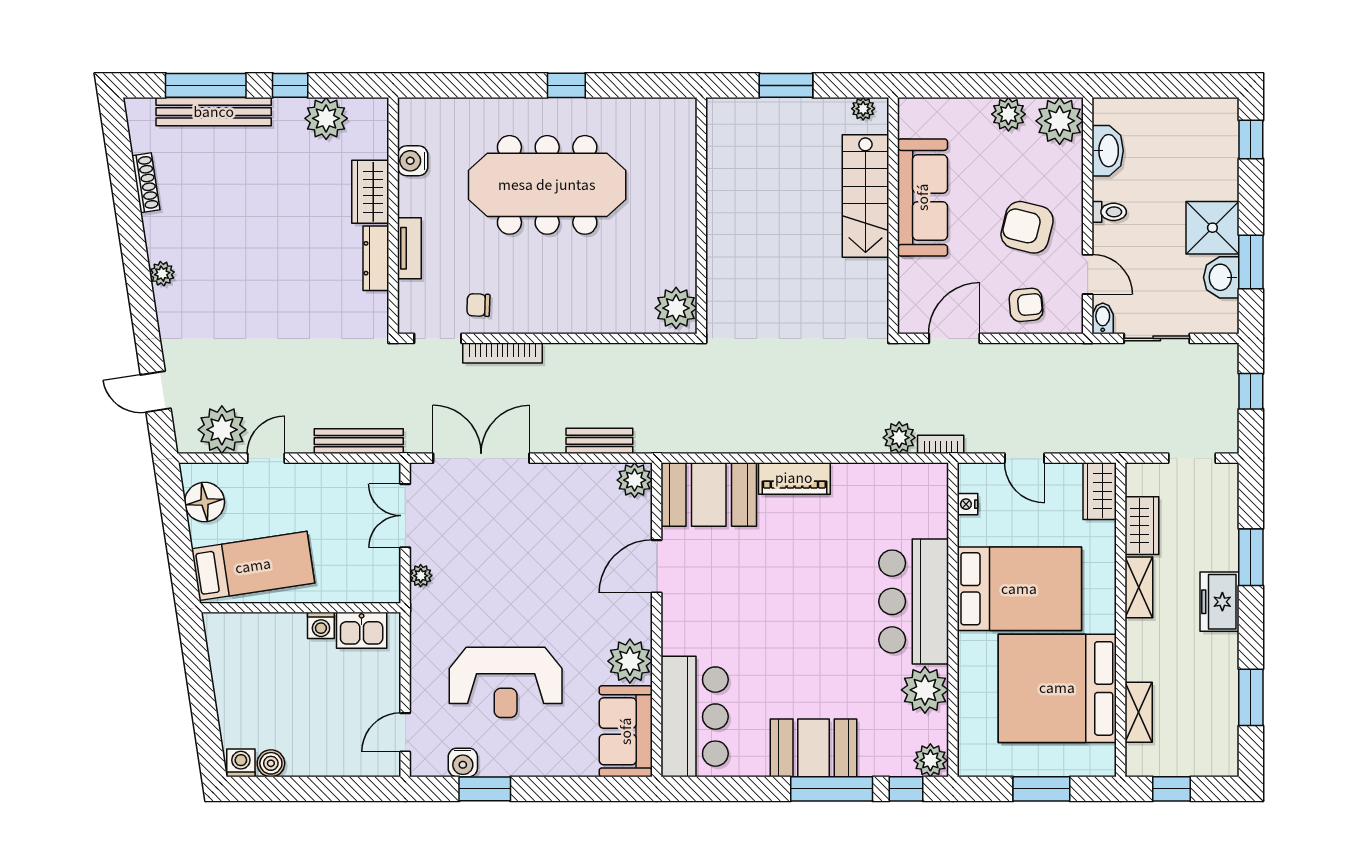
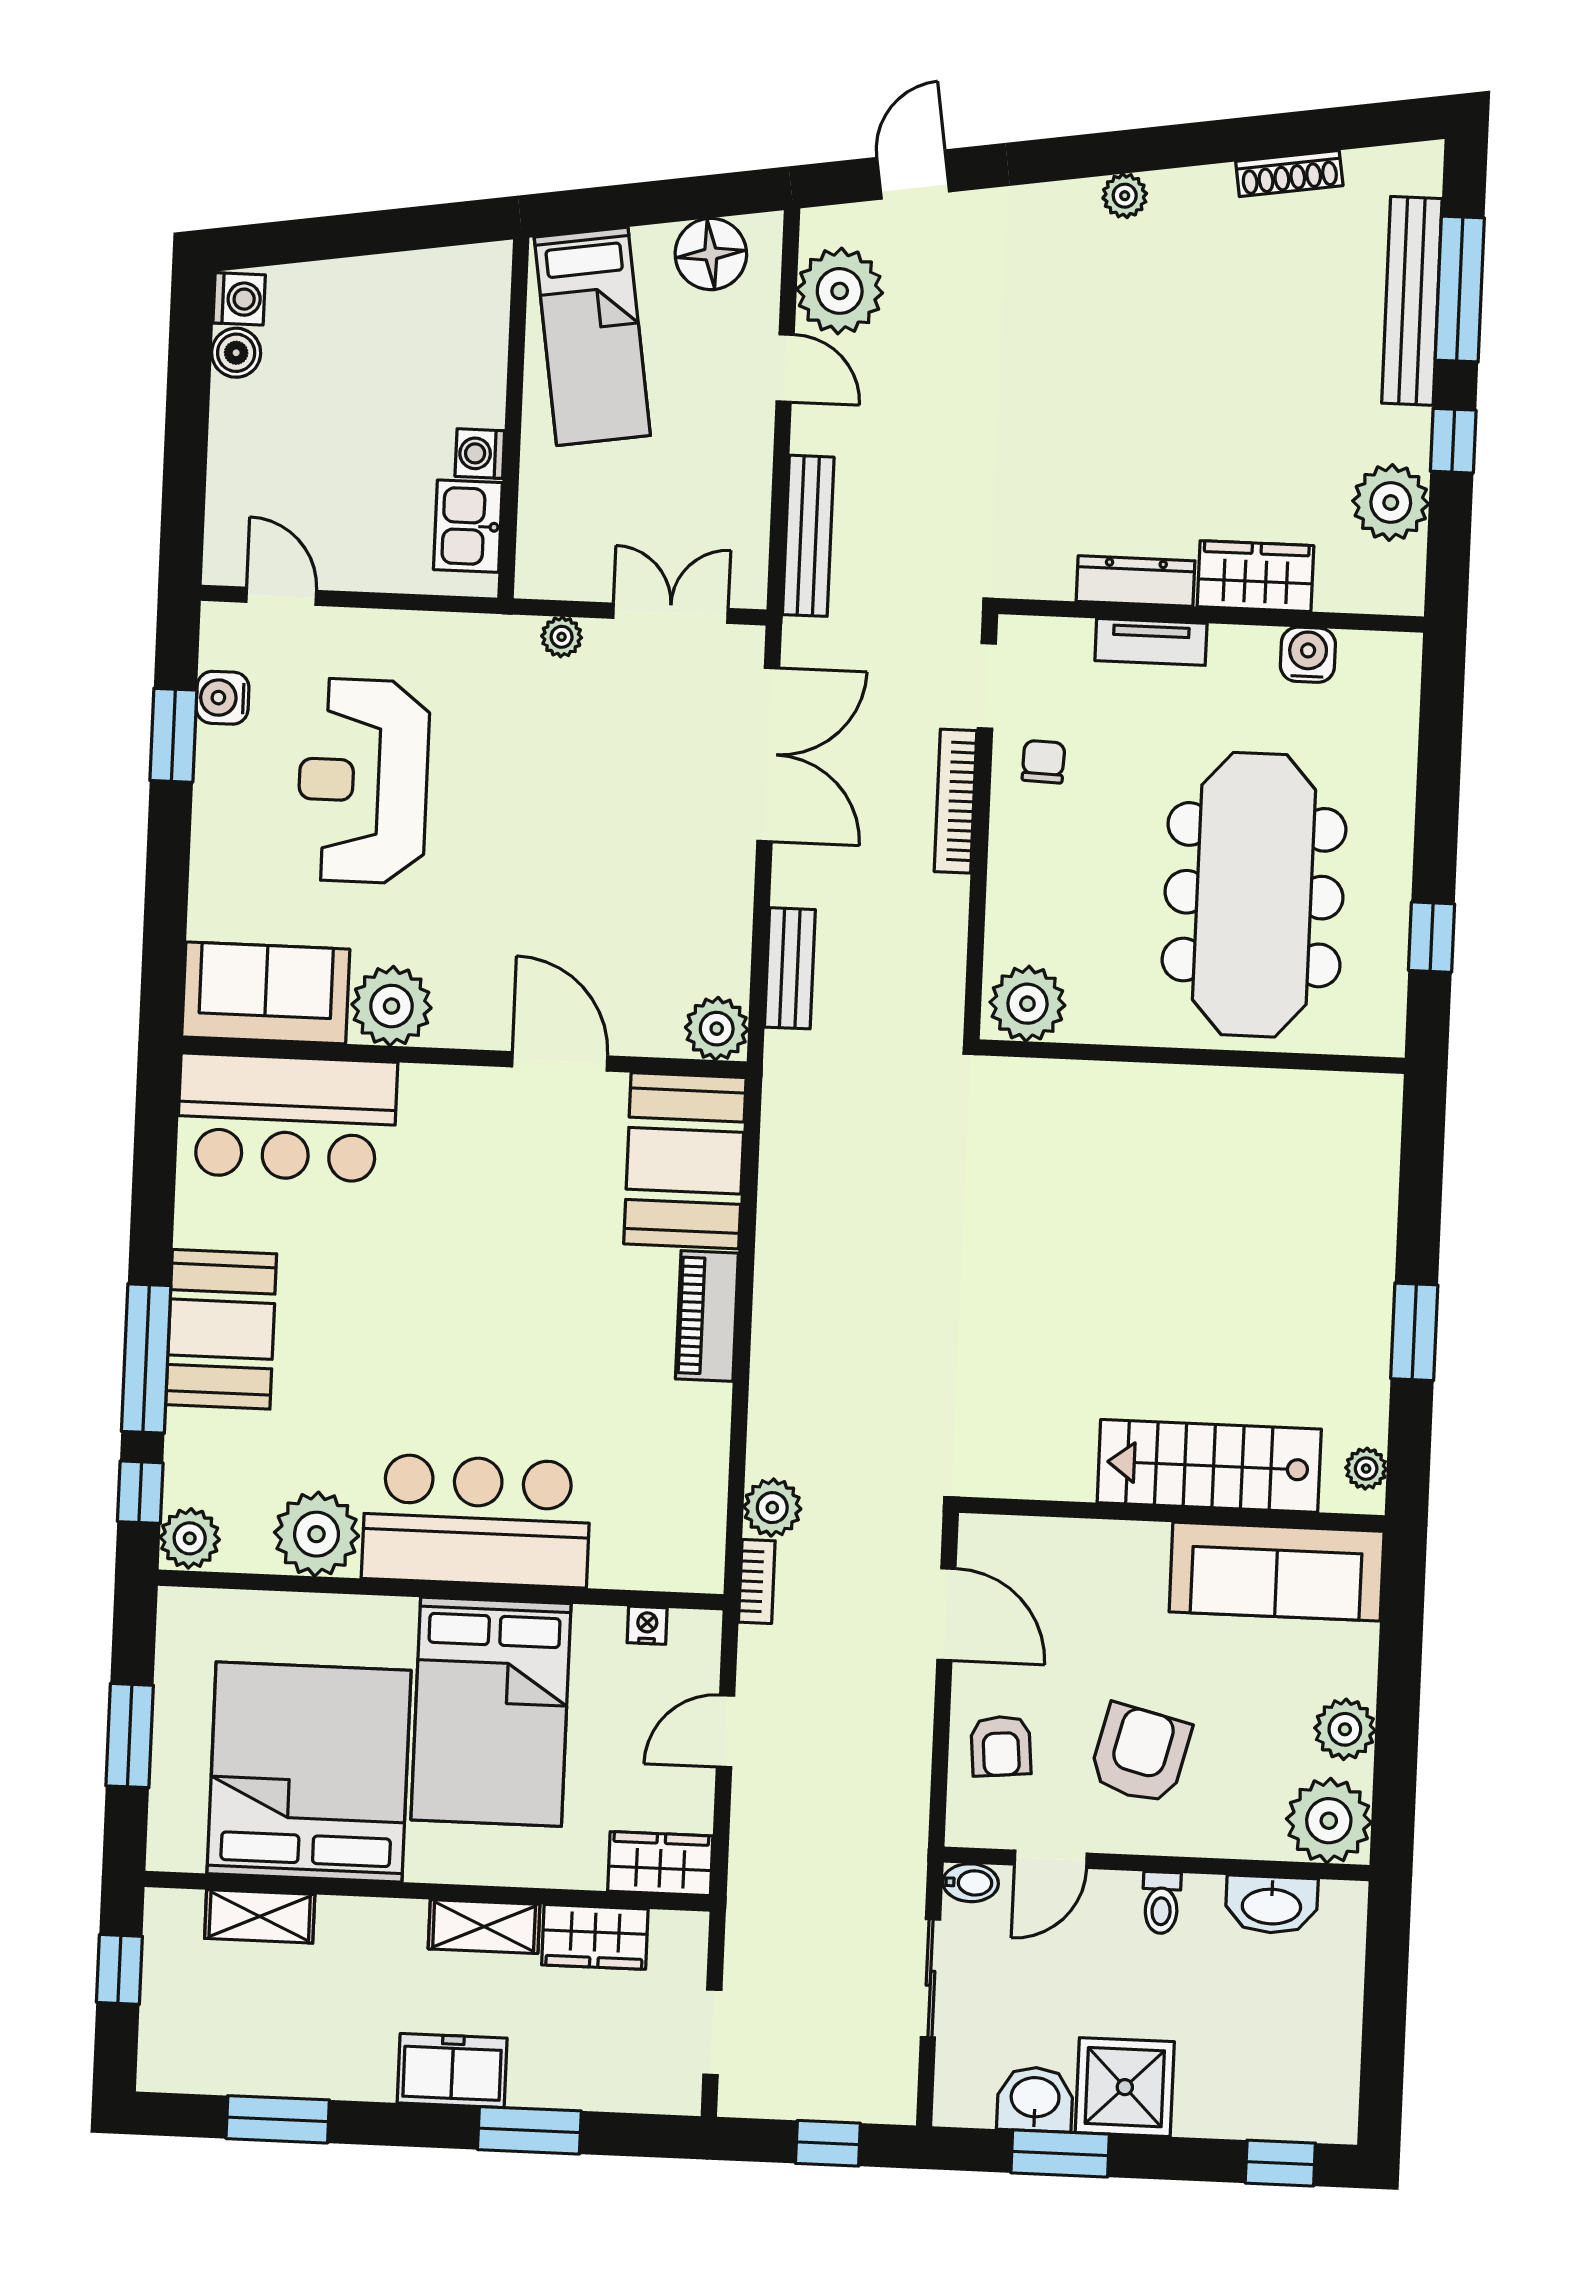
sofa: (923, 197) -> (1277, 1572), moved
wall: (701, 216) -> (1192, 1057), moved
plant: (676, 308) -> (1027, 1004), moved

